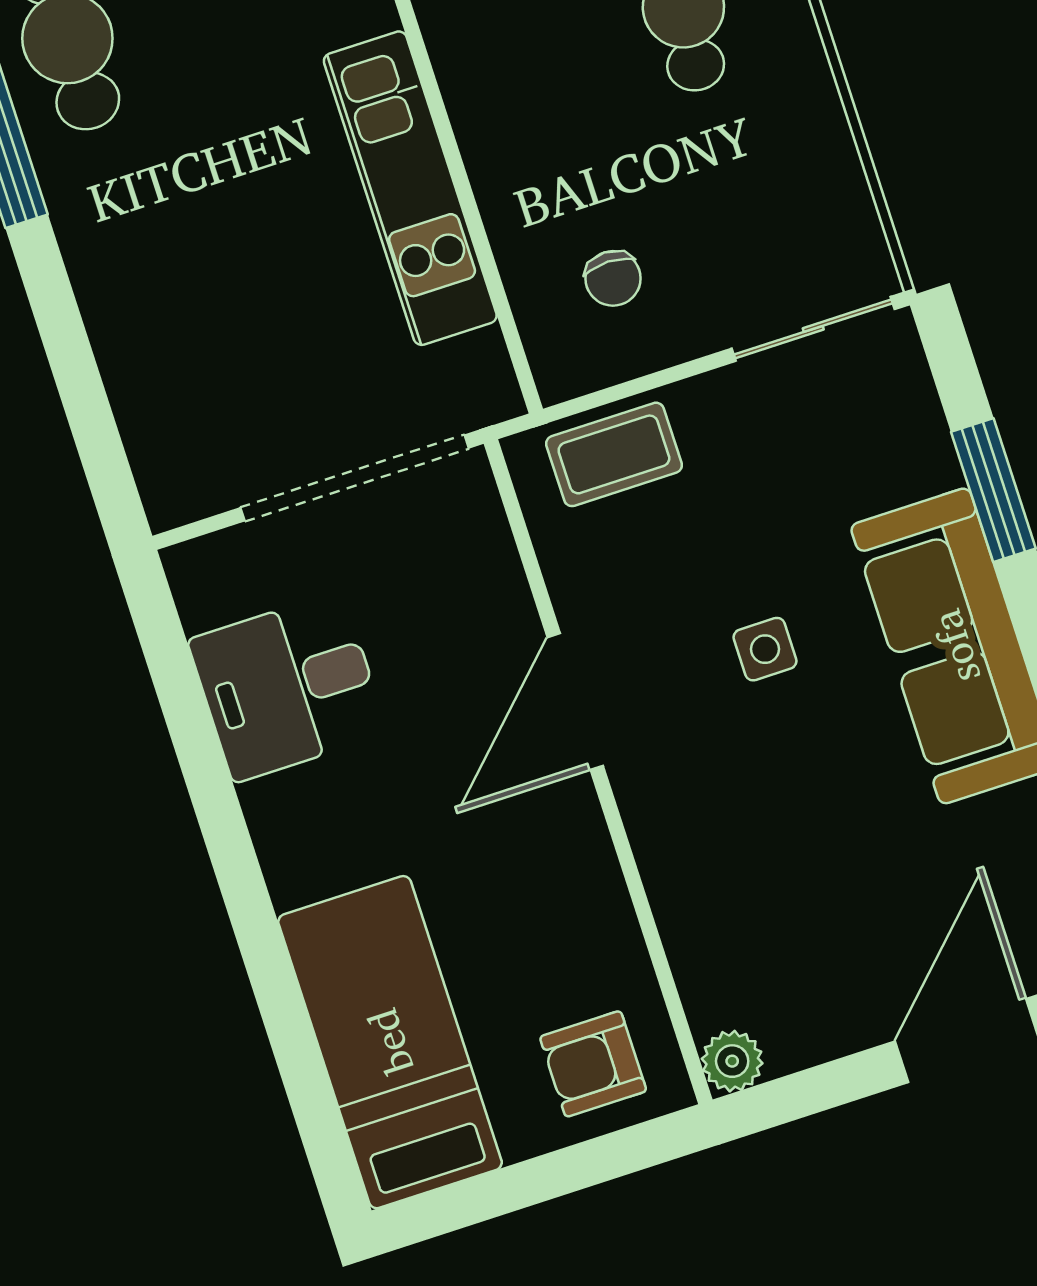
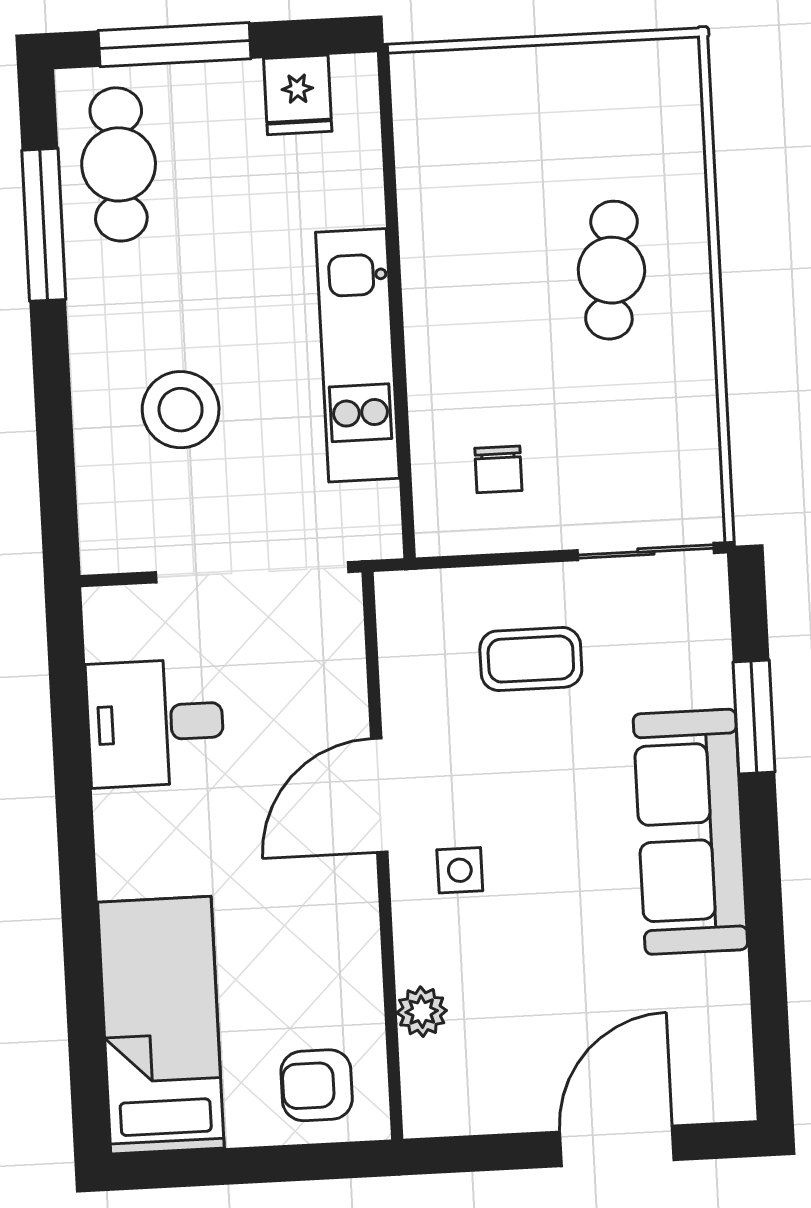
stool: (218, 308) -> (181, 410), added
coffee table: (614, 454) -> (531, 659), moved
side table: (765, 649) -> (460, 870), moved
plant: (732, 1061) -> (422, 1012), moved

